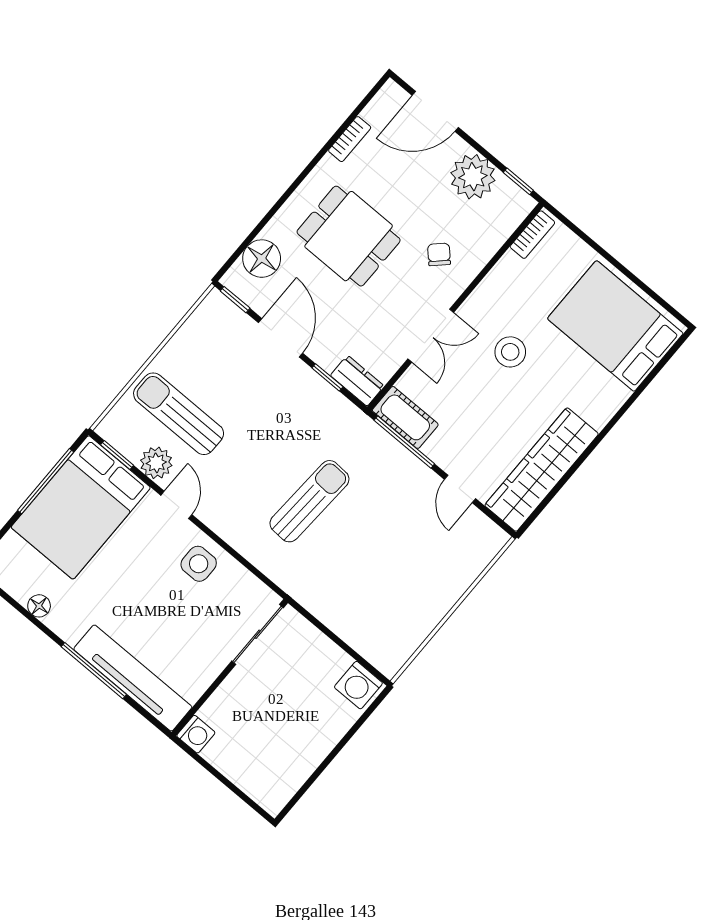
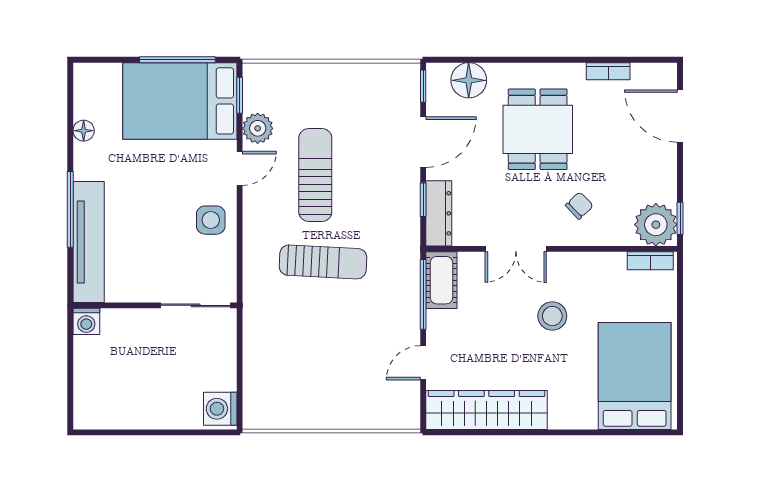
plant: (473, 177) -> (656, 225), moved
dresser: (357, 381) -> (439, 213), width x1.44
sun lounger: (179, 414) -> (315, 175), moved

